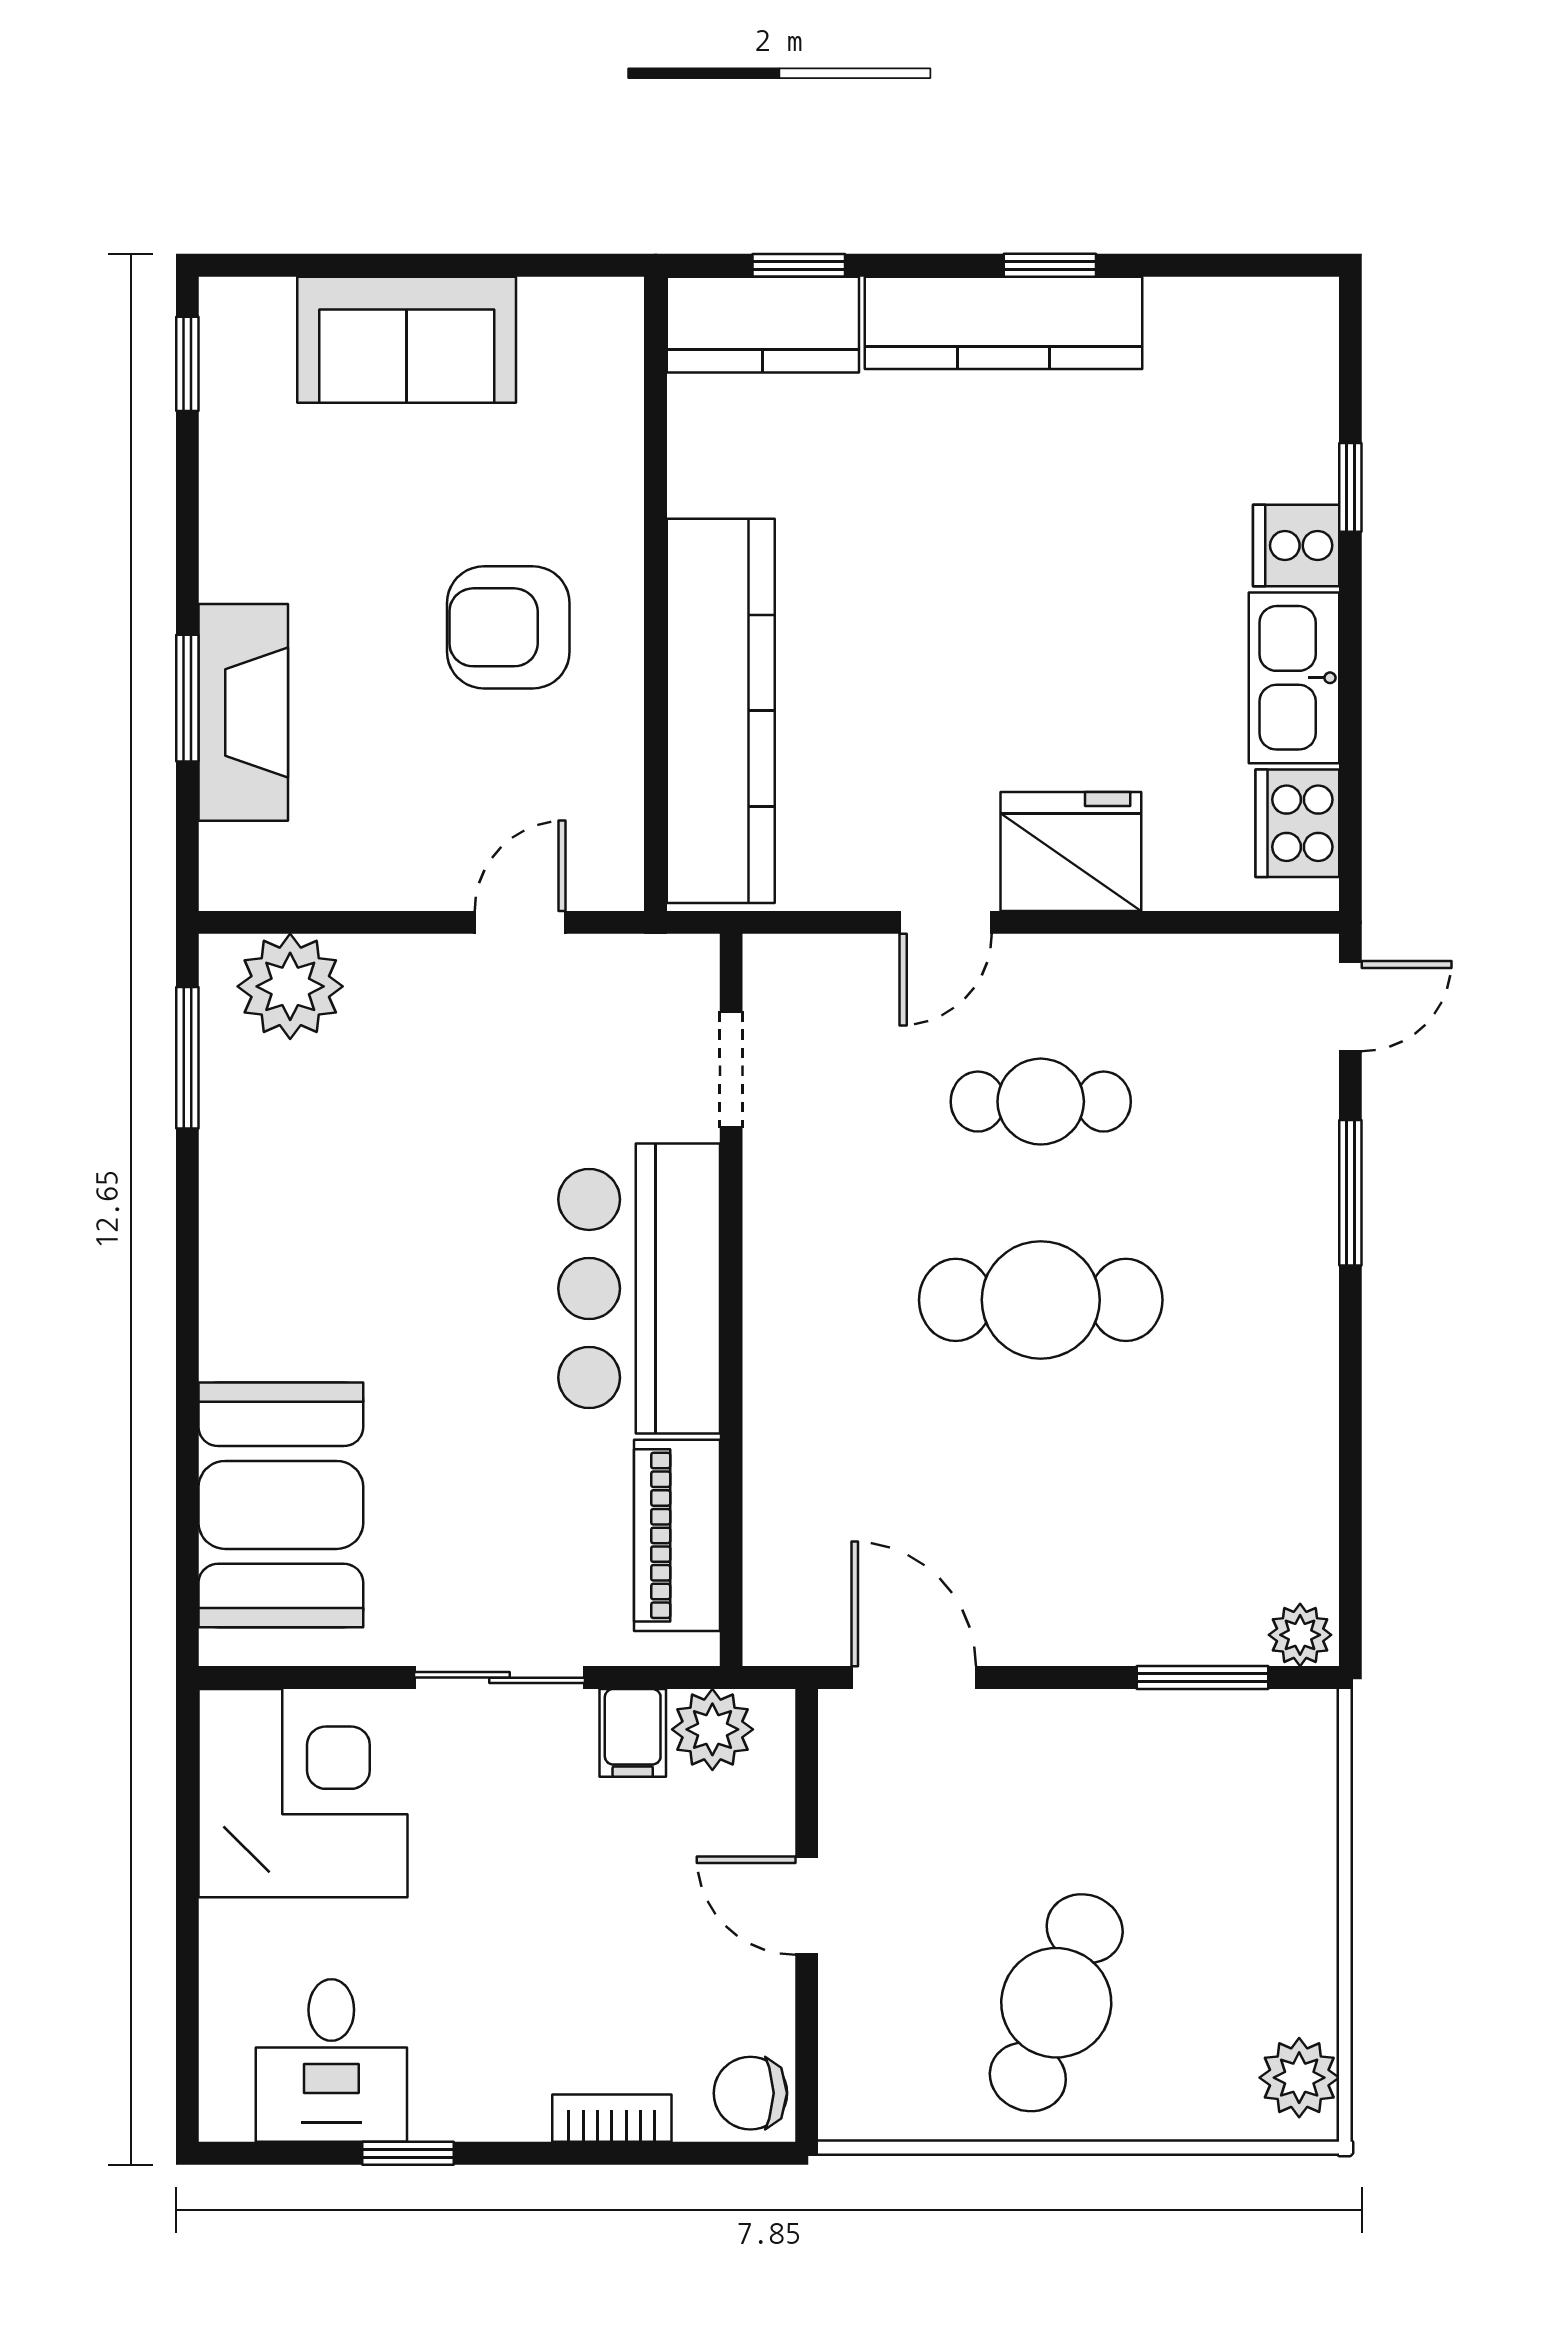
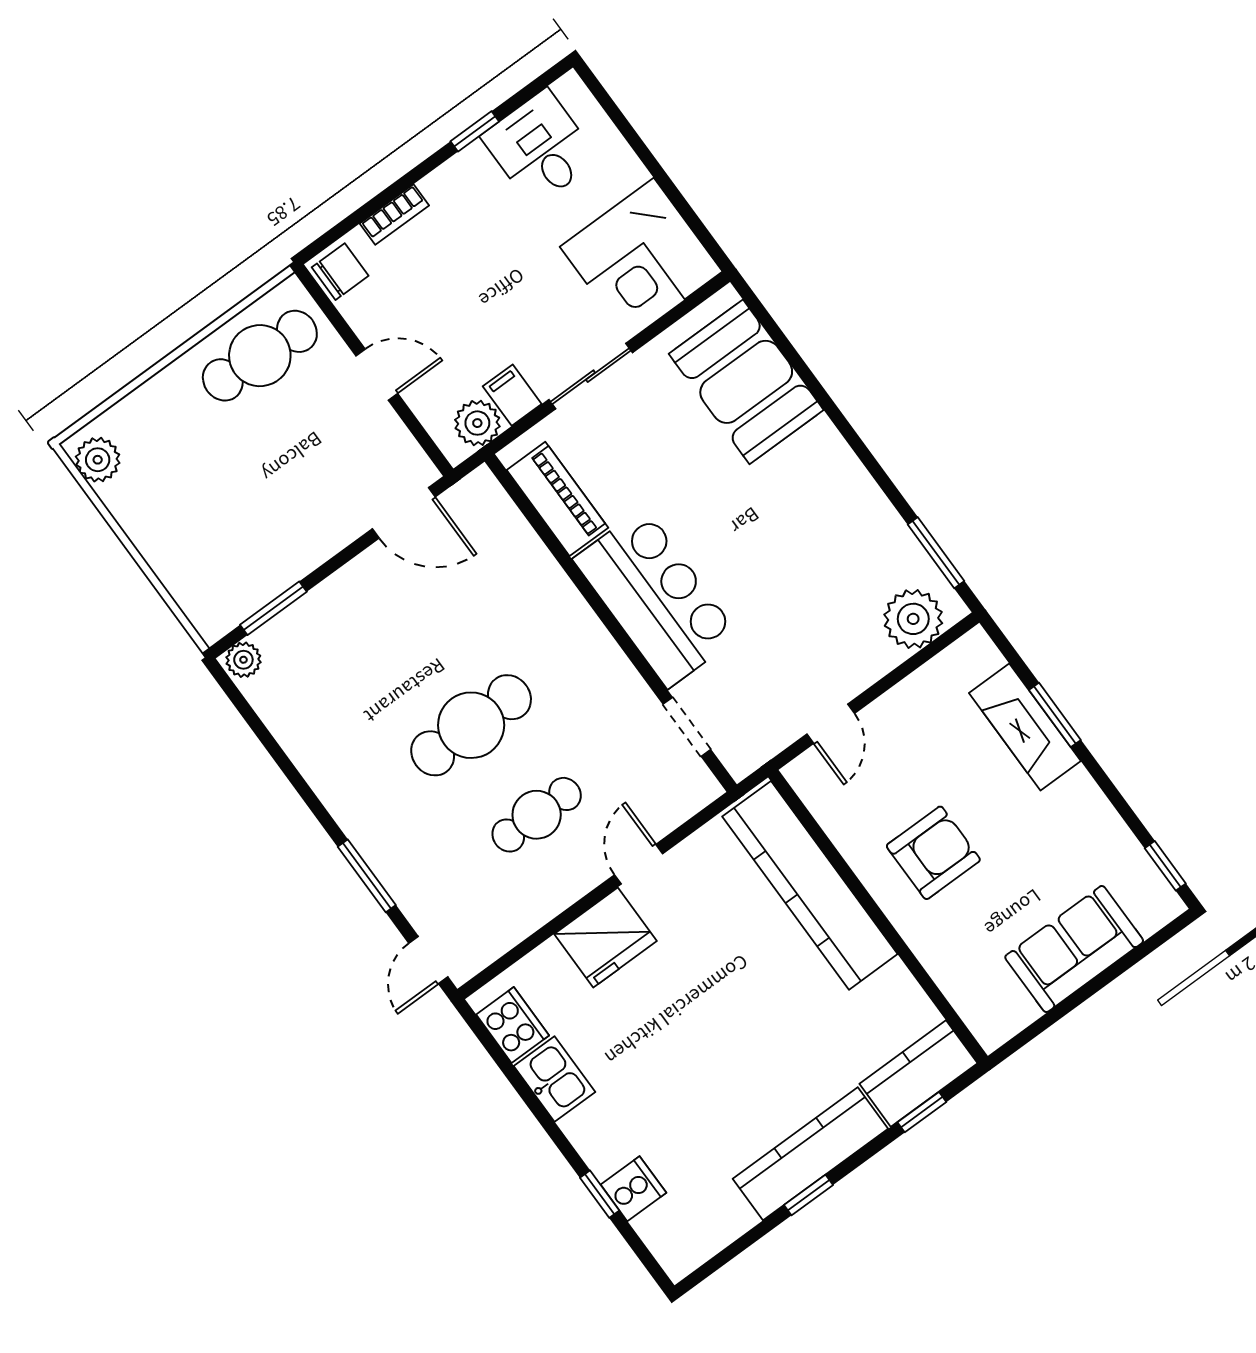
cooker: (1296, 545) -> (633, 1189), moved
kitchen sink: (1294, 678) -> (555, 1079), width x0.73
cafe table: (1056, 2003) -> (260, 356), moved, turned 72

